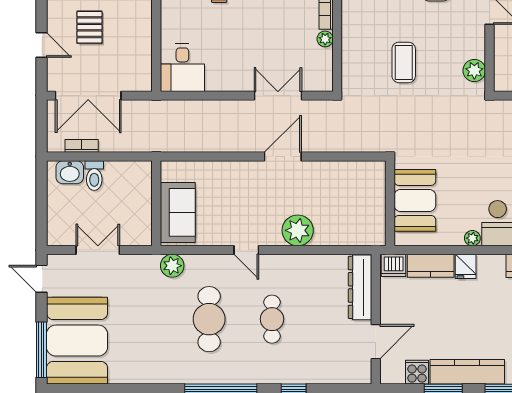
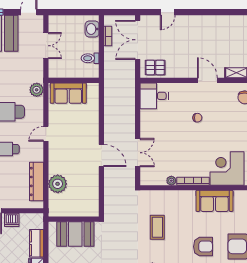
pallet: (89, 27) -> (155, 67), moved
coffee table: (404, 62) -> (157, 227), turned 90
toilet: (94, 176) -> (90, 58), moved
plant: (298, 230) -> (58, 184), moved
dishwasher: (394, 265) -> (12, 220), moved, turned -90
dresser: (360, 287) -> (37, 181), moved, turned -90

